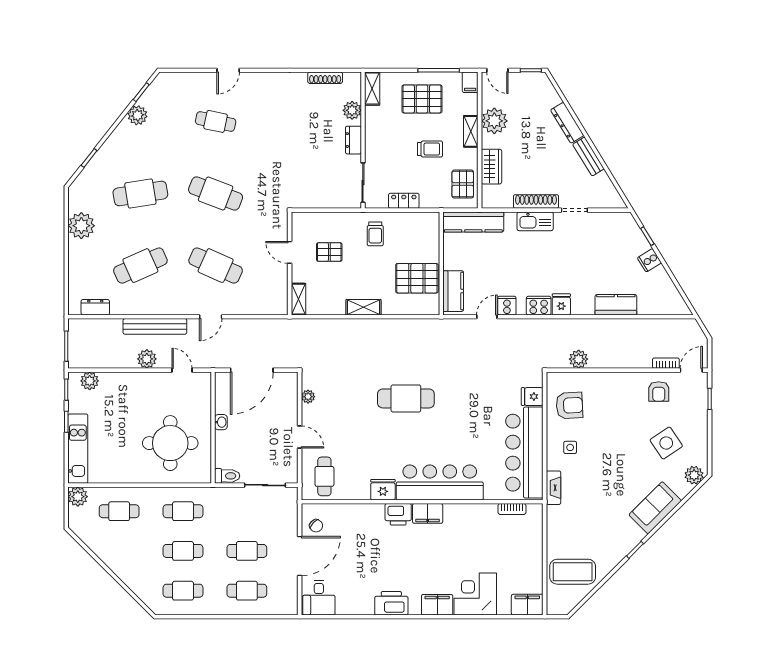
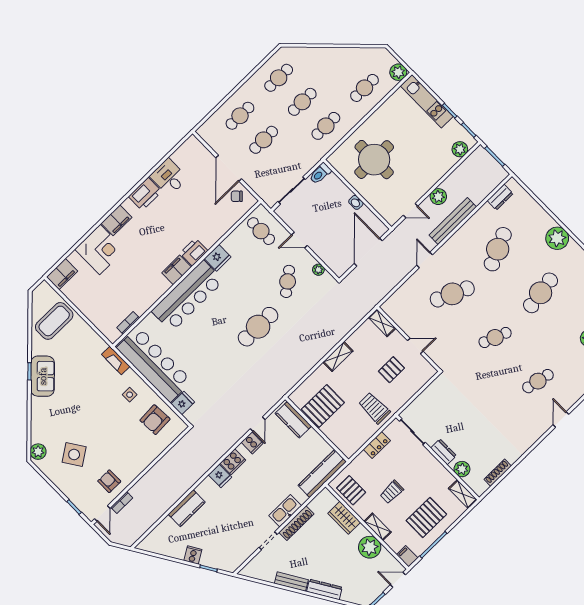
cafe table: (216, 193) -> (495, 338), width x0.73, depth x0.74
trolley: (375, 234) -> (374, 408), width x1.36, depth x1.39
plant: (579, 359) -> (177, 453), removed
cafe table: (344, 412) -> (288, 281), added
sofa: (655, 508) -> (43, 376), moved
desk: (319, 598) -> (169, 177), moved

